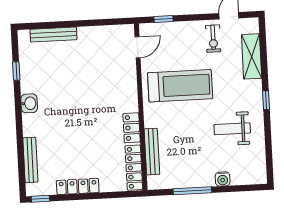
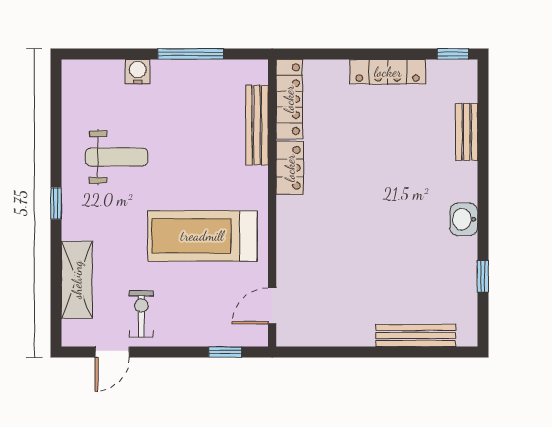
bench: (30, 160) -> (467, 132), width x0.73

